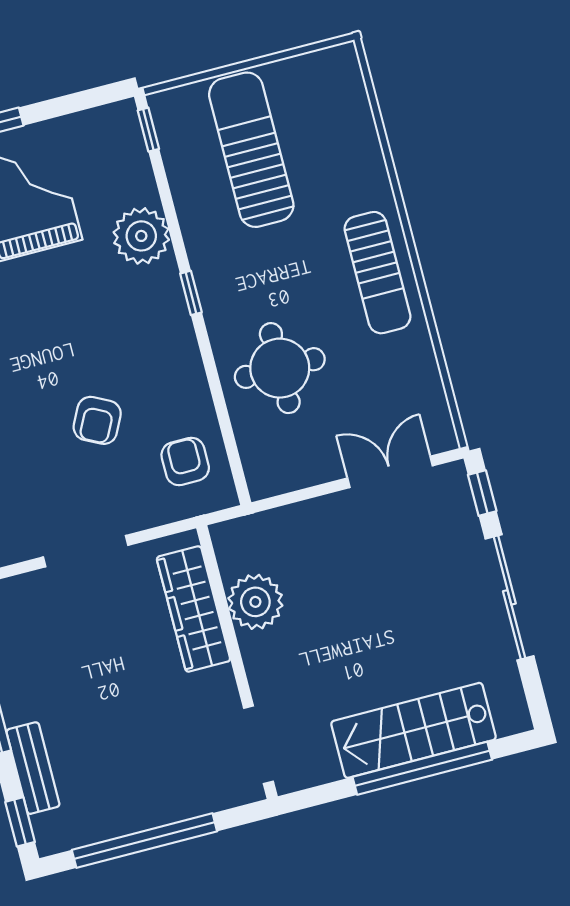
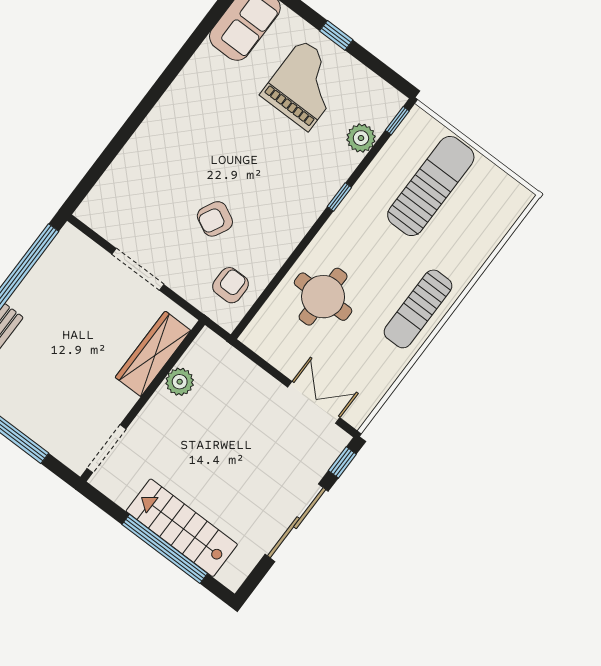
plant: (141, 236) -> (361, 138), moved, width x0.73, depth x0.73
window: (191, 293) -> (339, 197), moved
plant: (255, 602) -> (180, 382), width x0.73, depth x0.73

